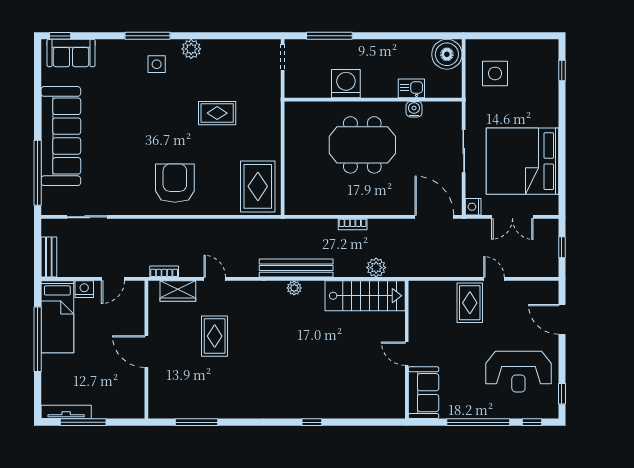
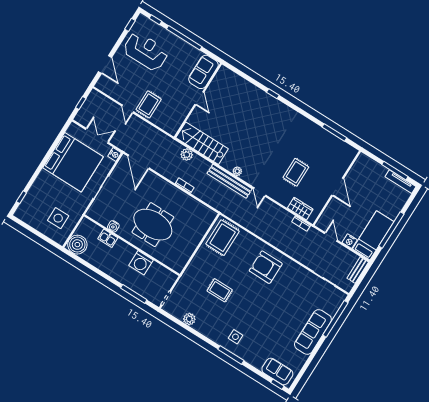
plant: (191, 49) -> (189, 319), moved
sofa: (61, 136) -> (313, 332), width x0.74, depth x0.79
armchair: (175, 183) -> (266, 267), turned 90
door: (113, 279) -> (331, 237), hinge flipped
door: (215, 279) -> (260, 192), moved

